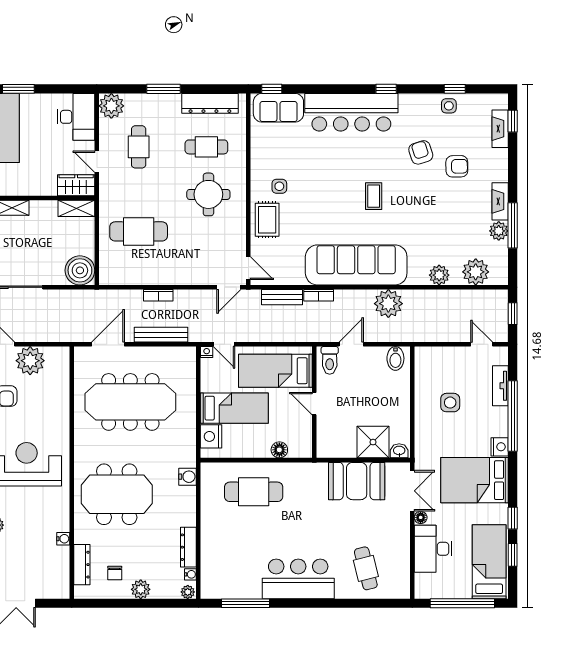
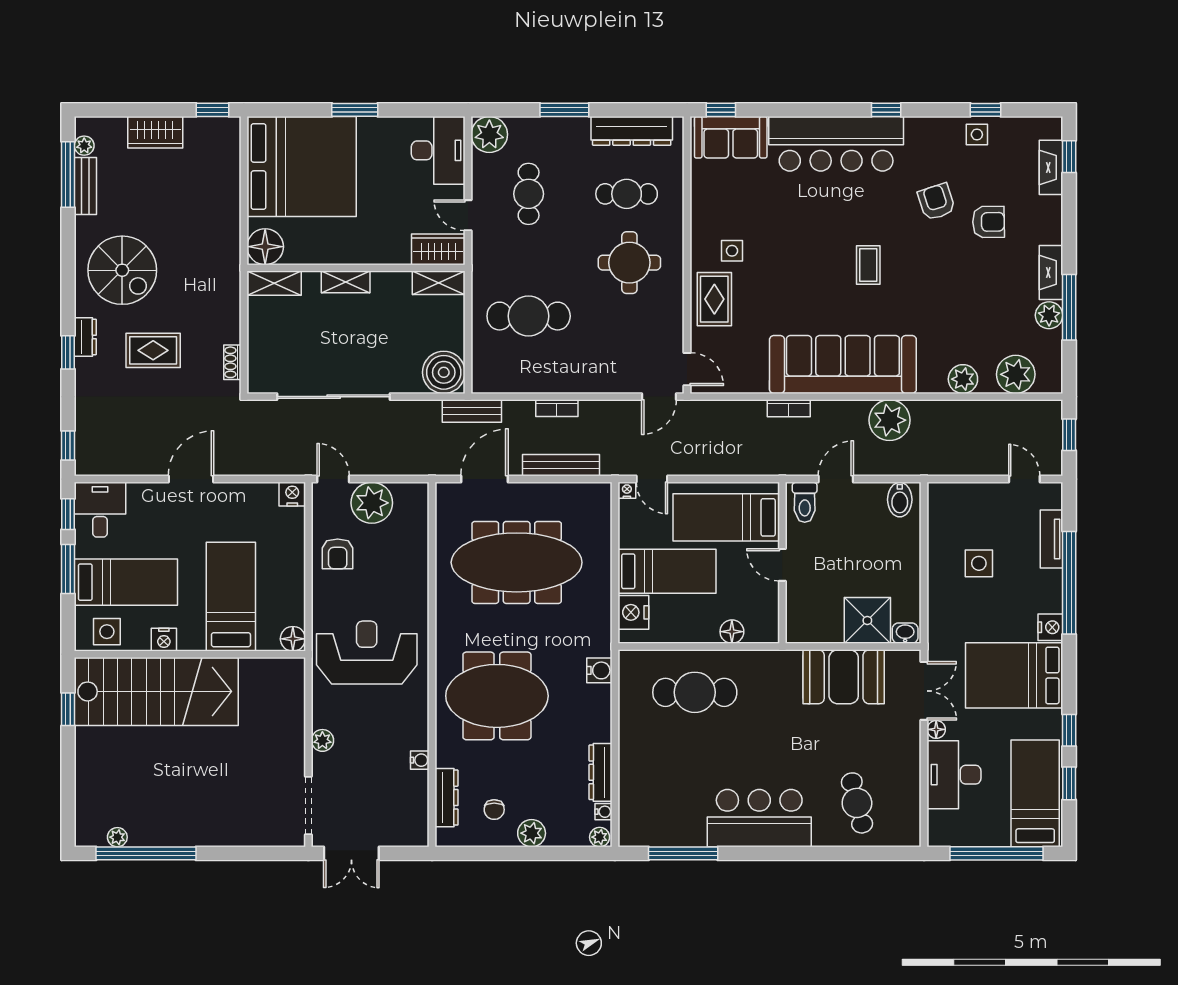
bench: (282, 297) -> (472, 411), moved

